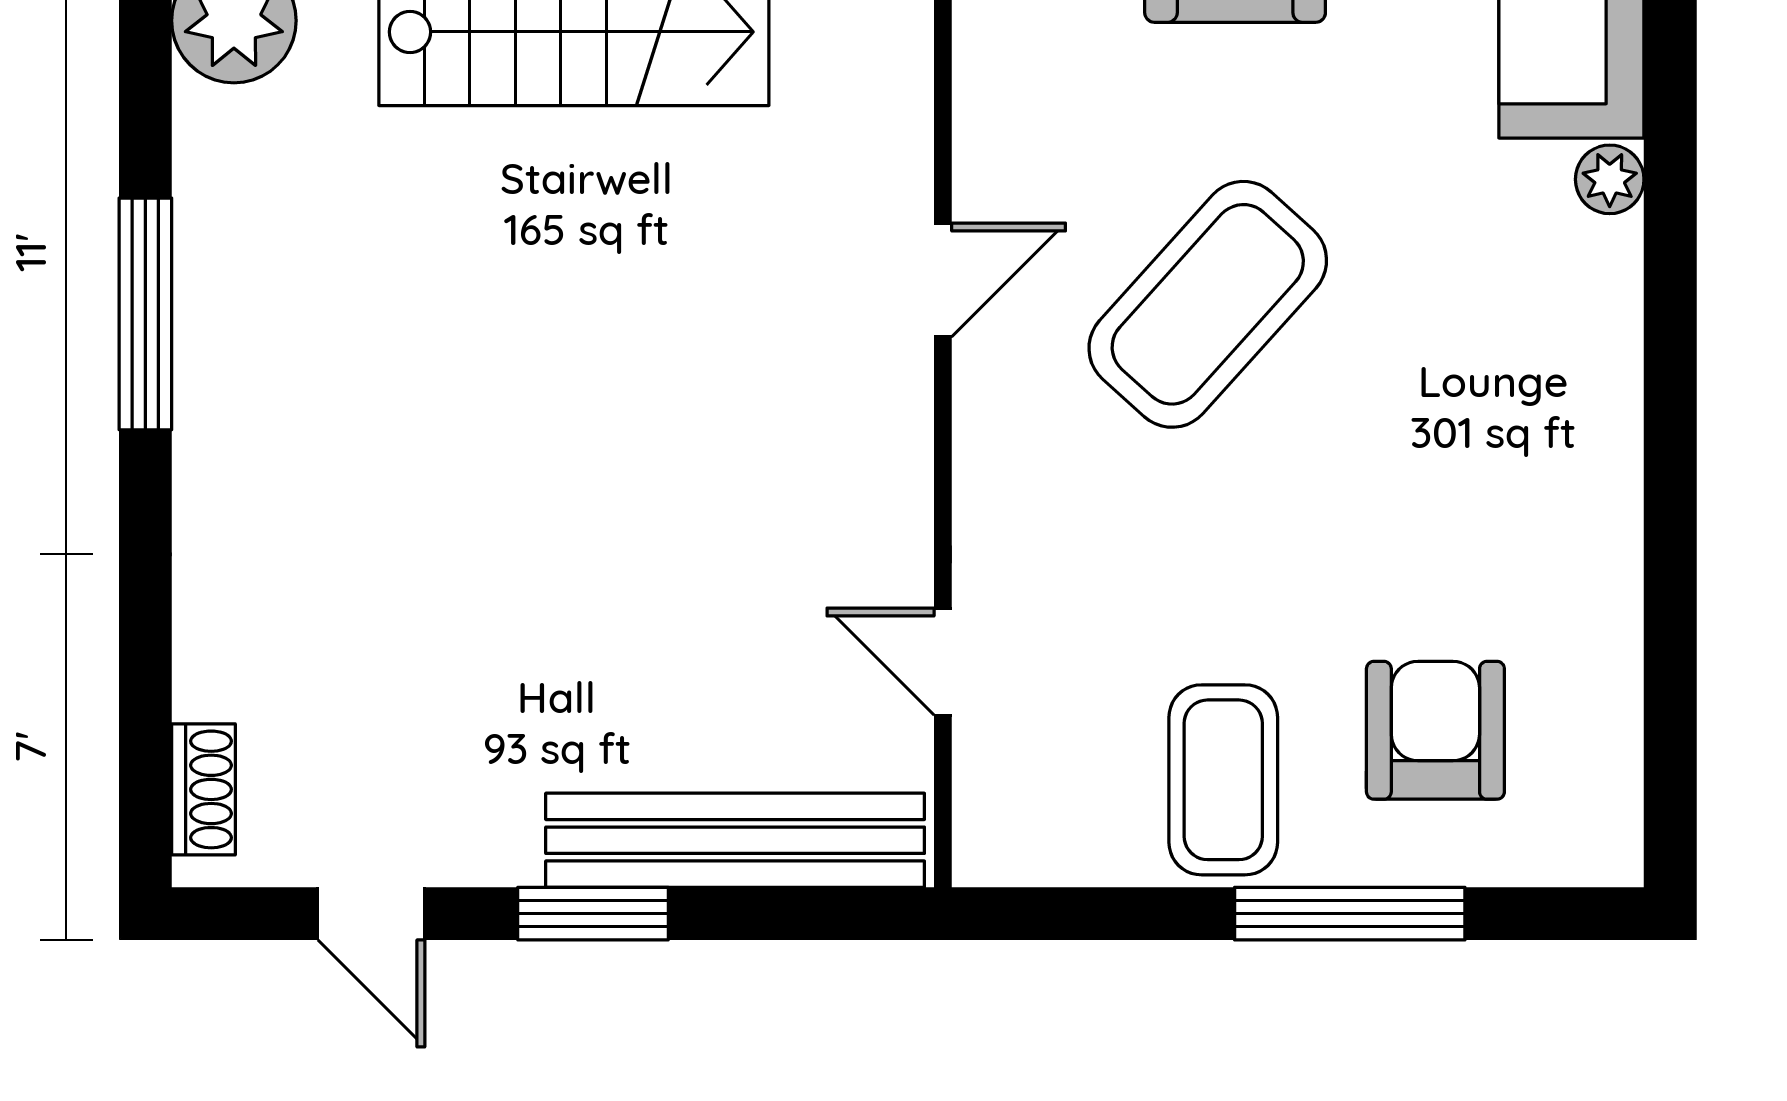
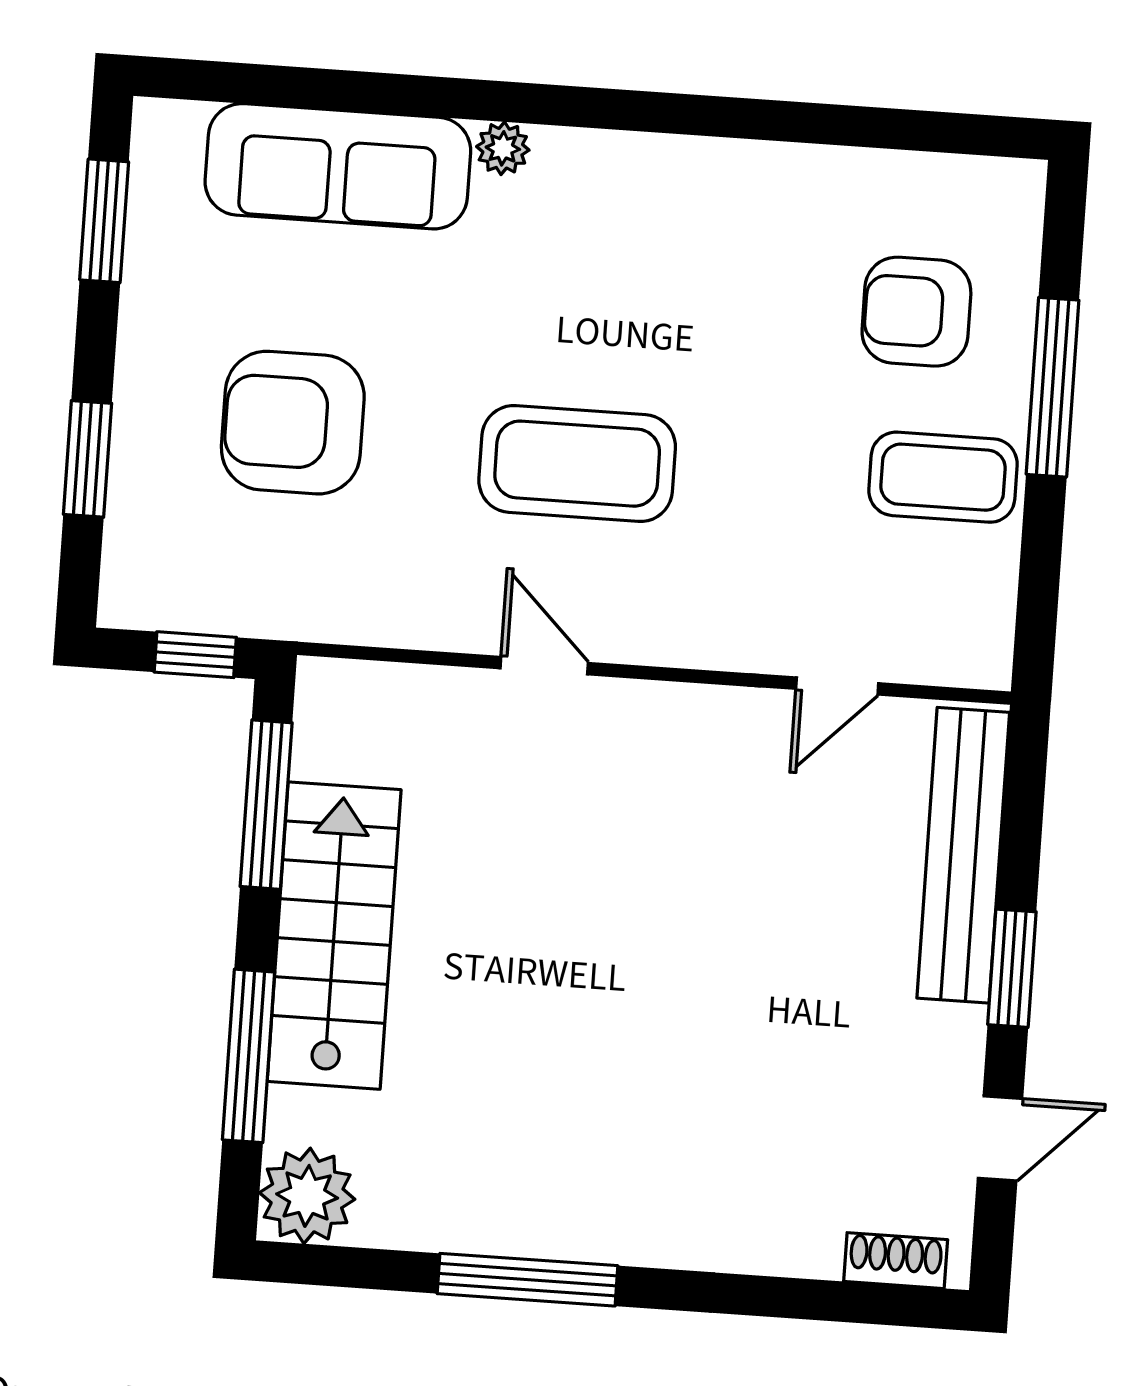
coffee table: (1208, 304) -> (577, 464), turned -42

